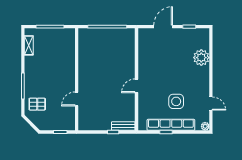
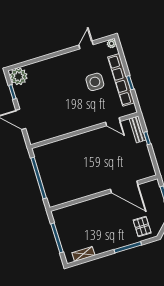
plant: (201, 58) -> (19, 76), moved
door: (137, 86) -> (113, 122), moved
door: (77, 99) -> (124, 187), width x1.87

